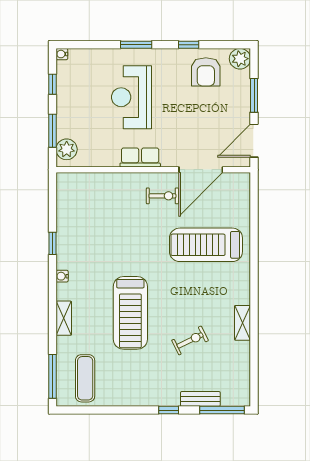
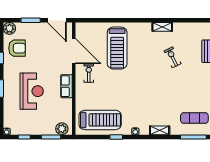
reception desk: (131, 97) -> (32, 91), turned -90
treadmill: (130, 313) -> (100, 120), moved

